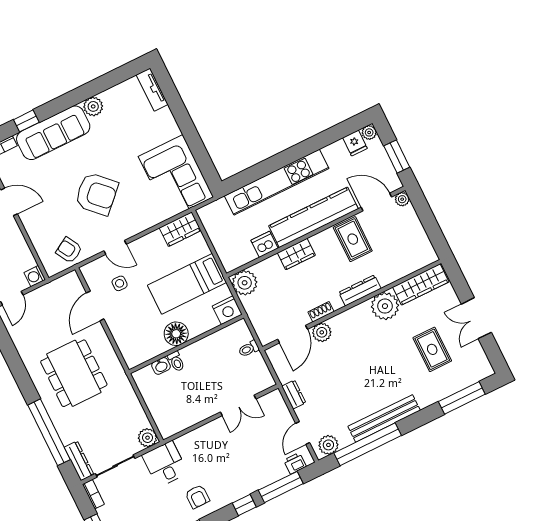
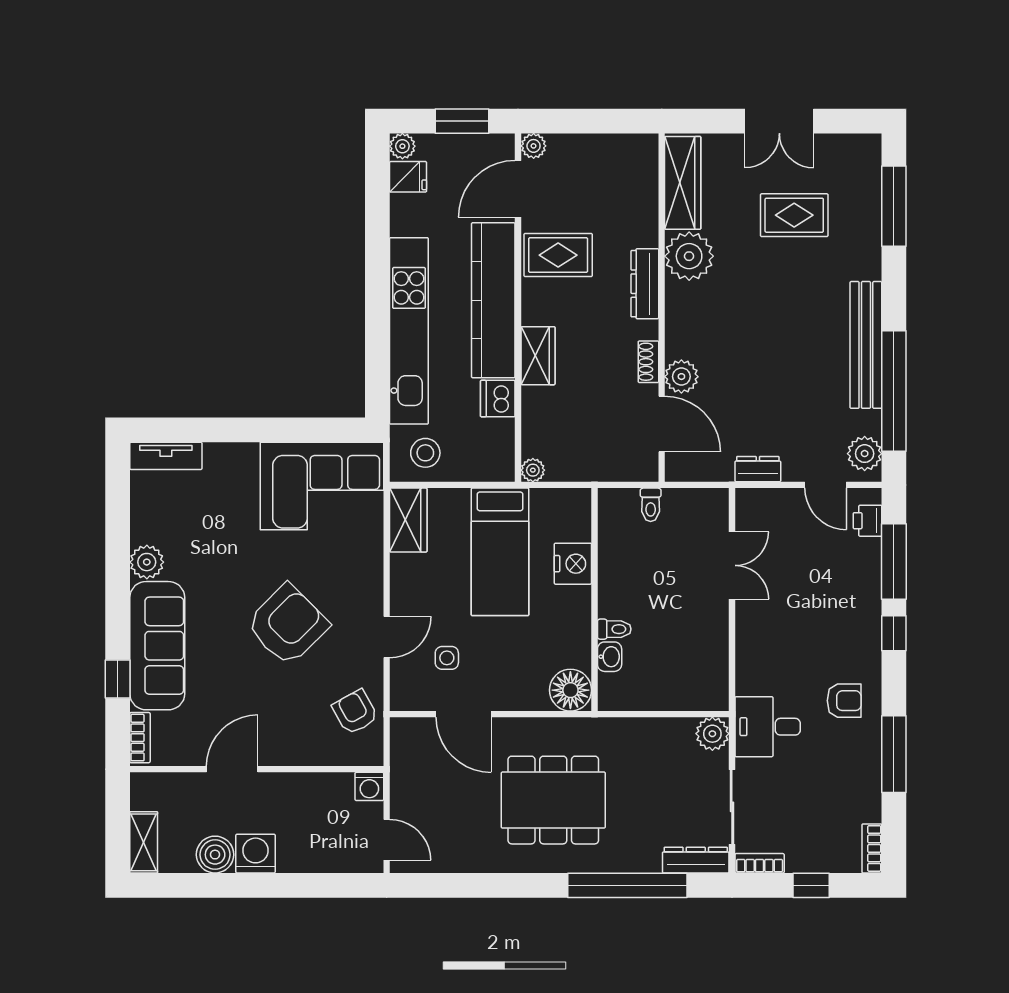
stool: (219, 221) -> (425, 453), added
armchair: (69, 250) -> (355, 712), turned 91
plant: (245, 283) -> (533, 470), width x0.53, depth x0.53
nightstand: (227, 310) -> (573, 564), moved
floor lamp: (176, 334) -> (570, 690), moved

